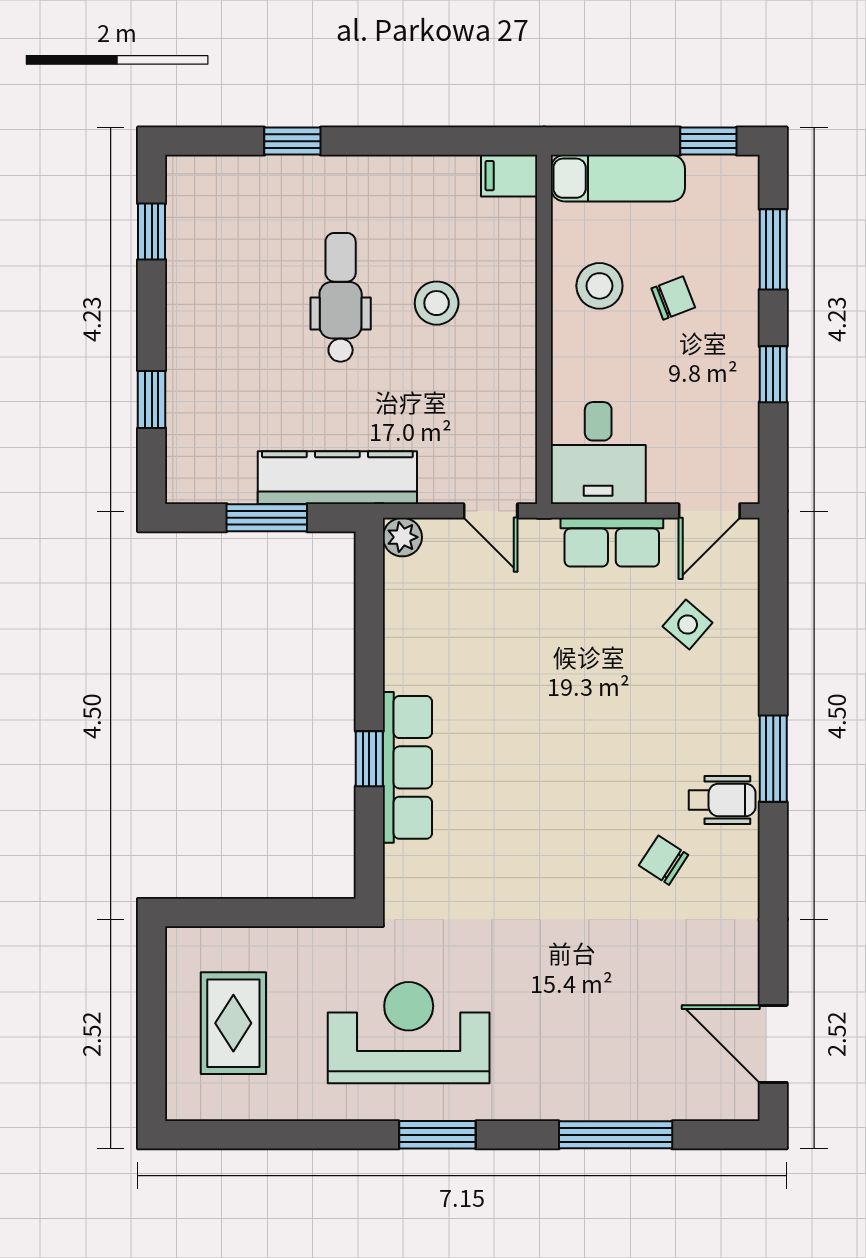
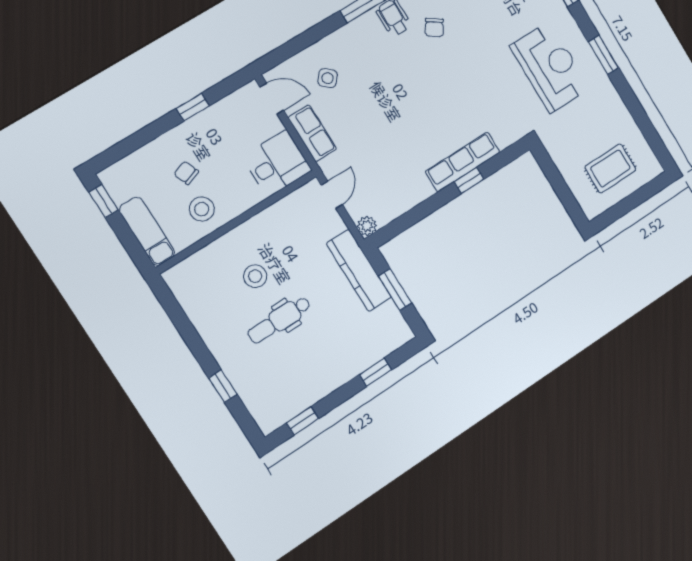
filing cabinet: (509, 176) -> (177, 280), removed
window: (773, 249) -> (135, 141), removed
reception desk: (409, 1033) -> (550, 67), moved, turned 180

